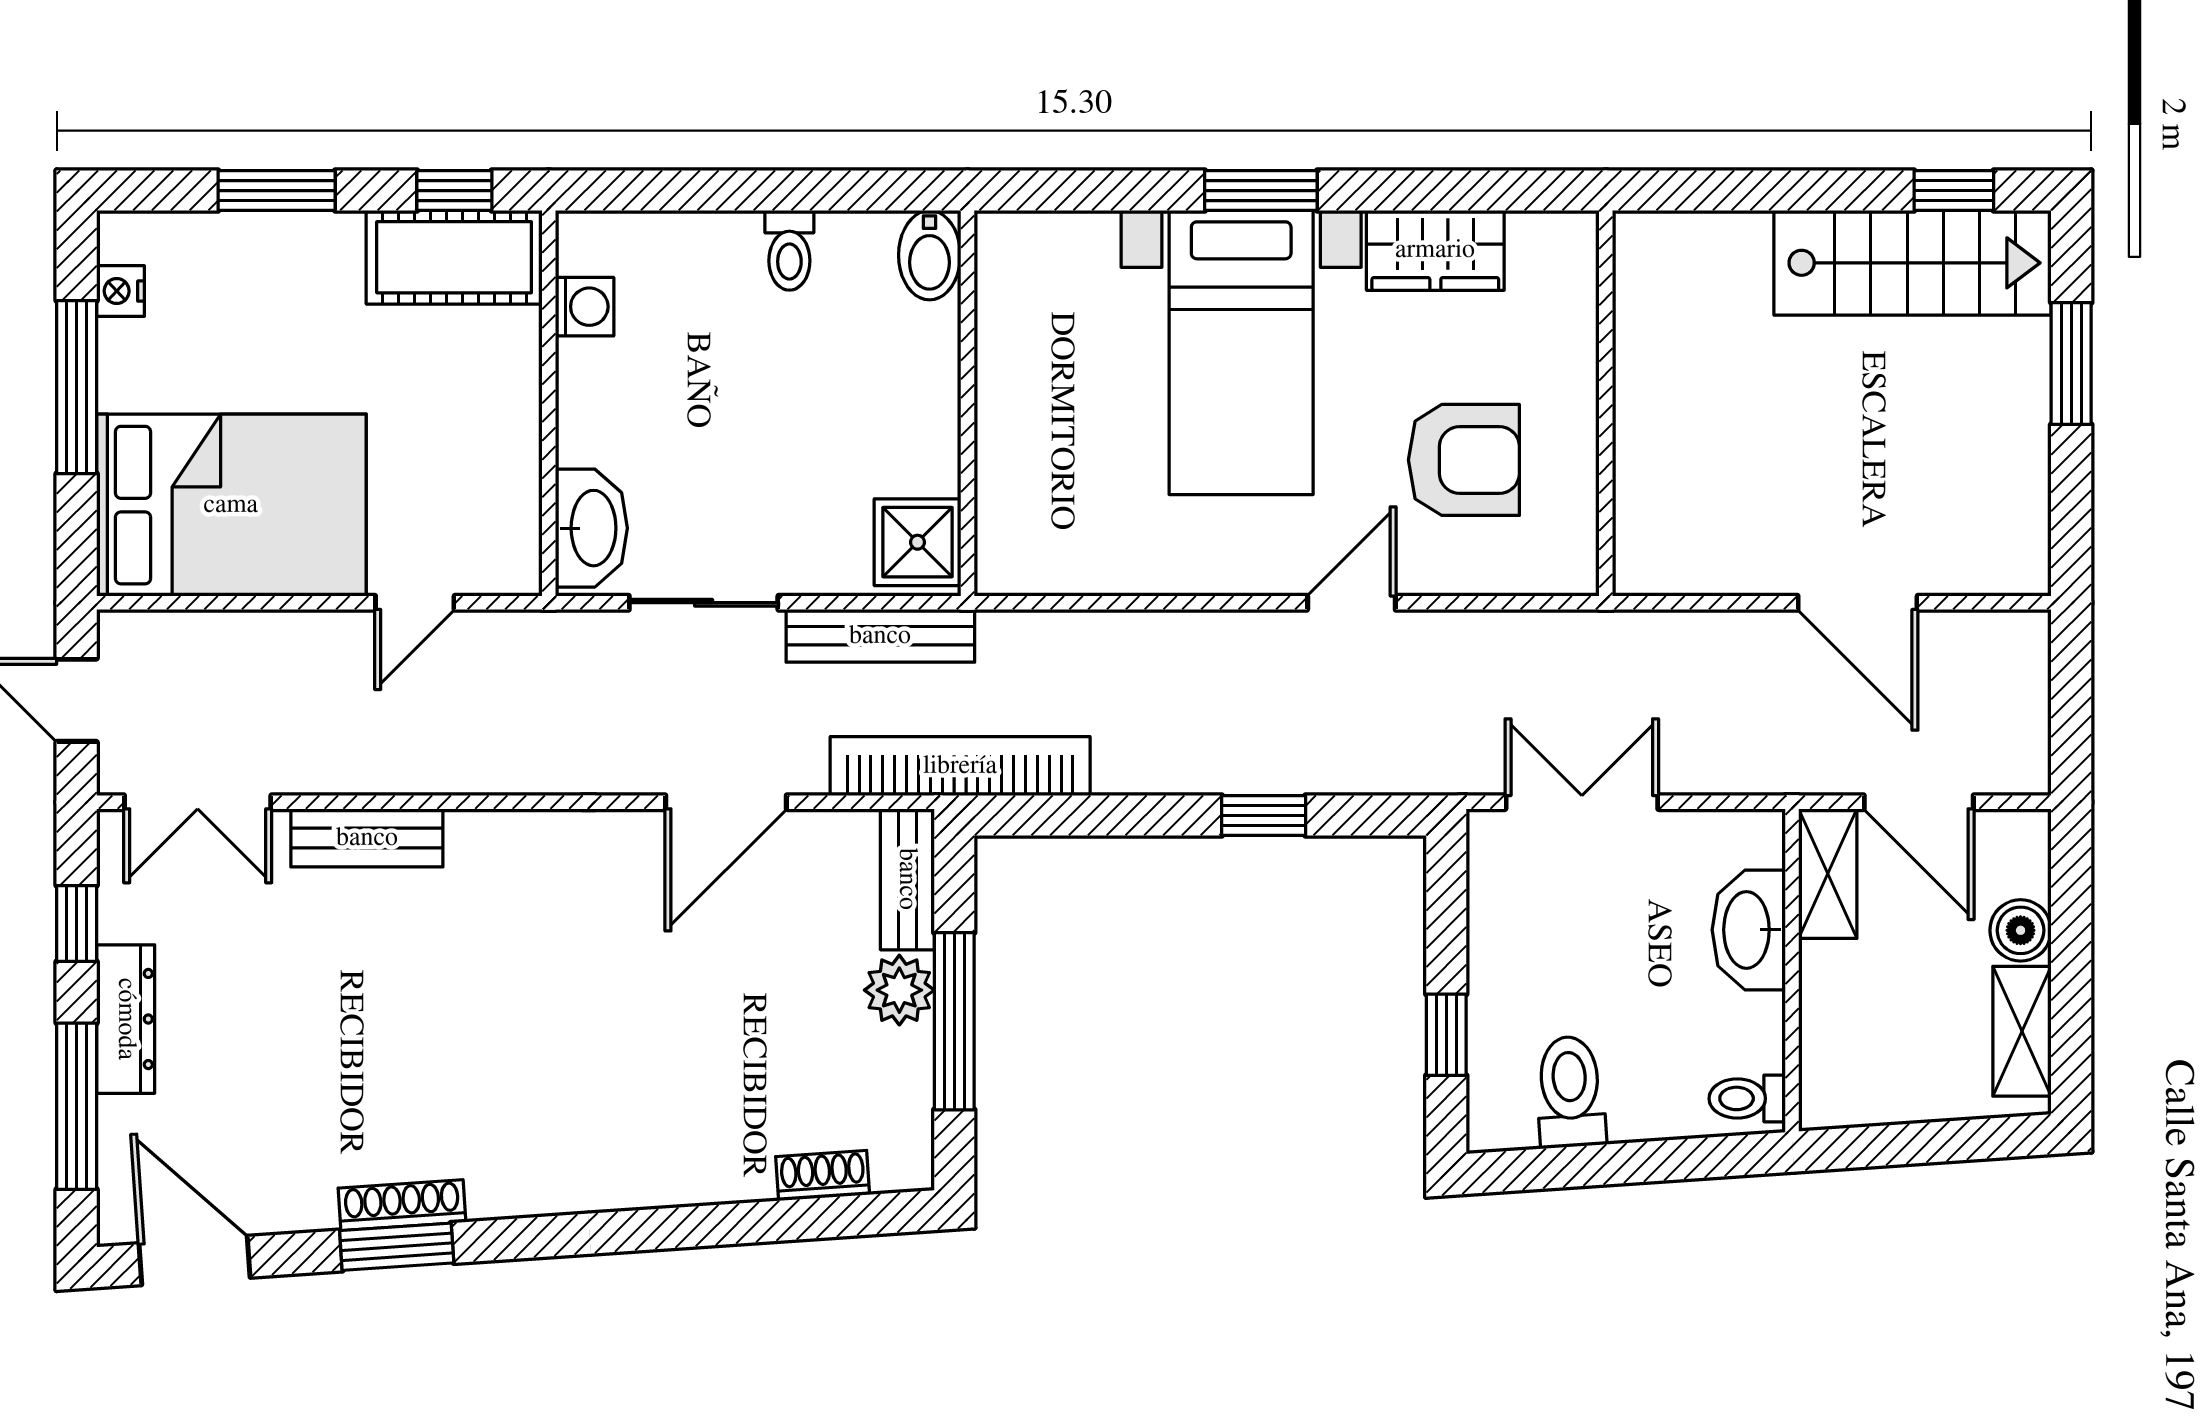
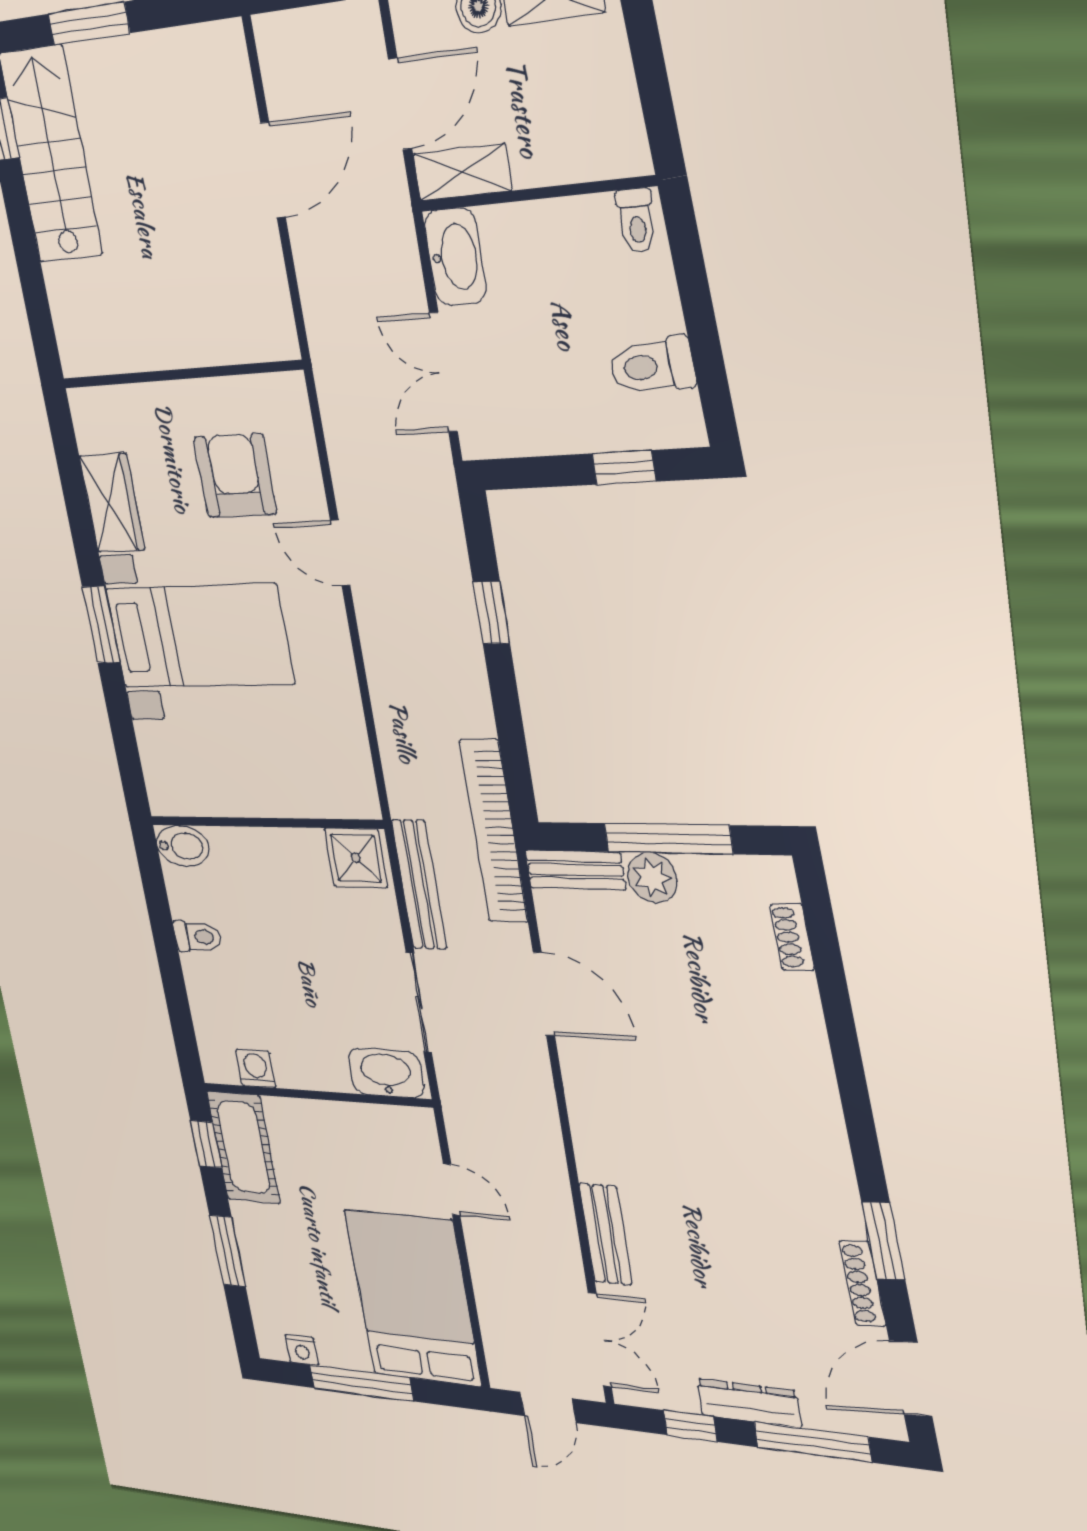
washbasin: (1749, 930) -> (455, 257), moved, turned -90
shoe rack: (402, 1205) -> (863, 1284), moved

